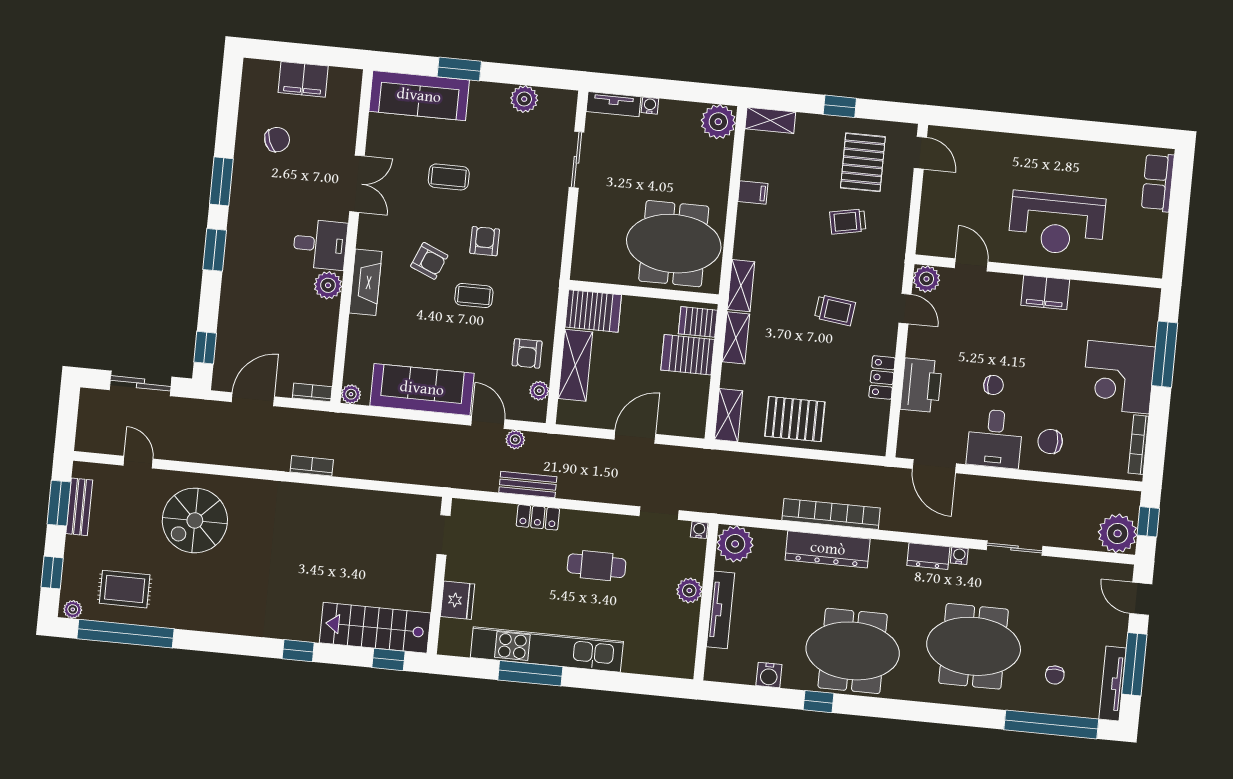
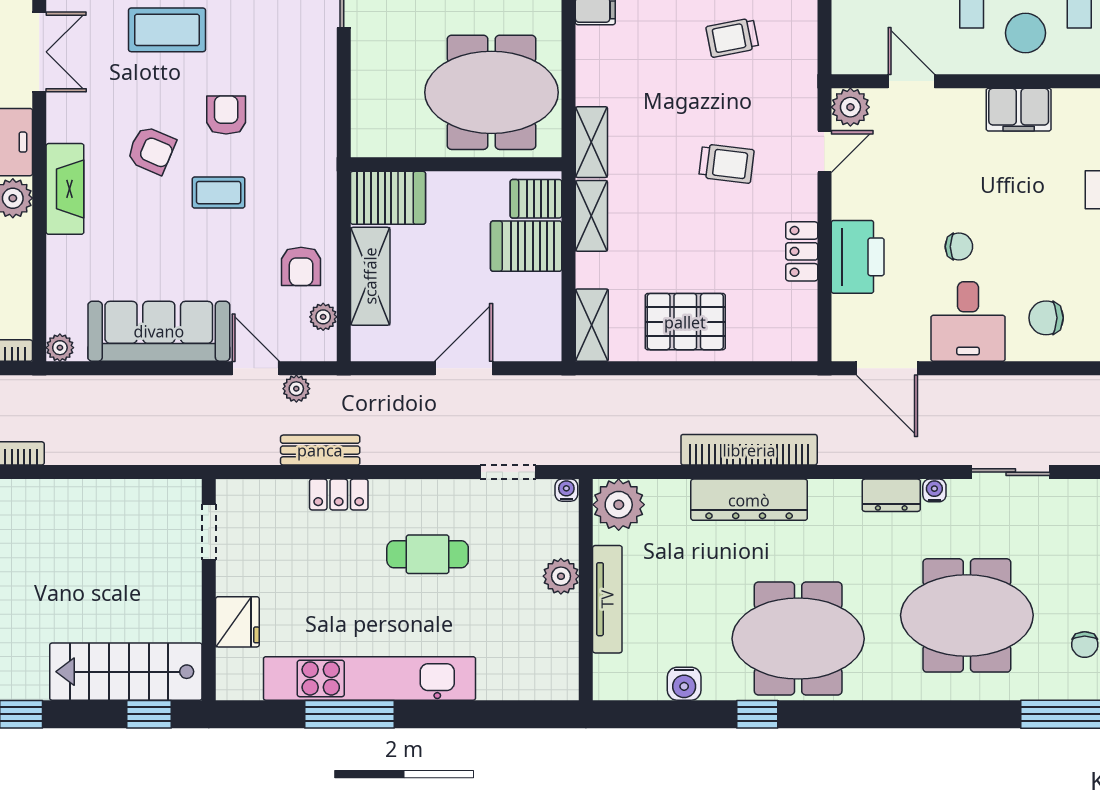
coffee table: (449, 177) -> (167, 30), width x1.36, depth x1.30
door: (905, 309) -> (824, 152), hinge flipped

